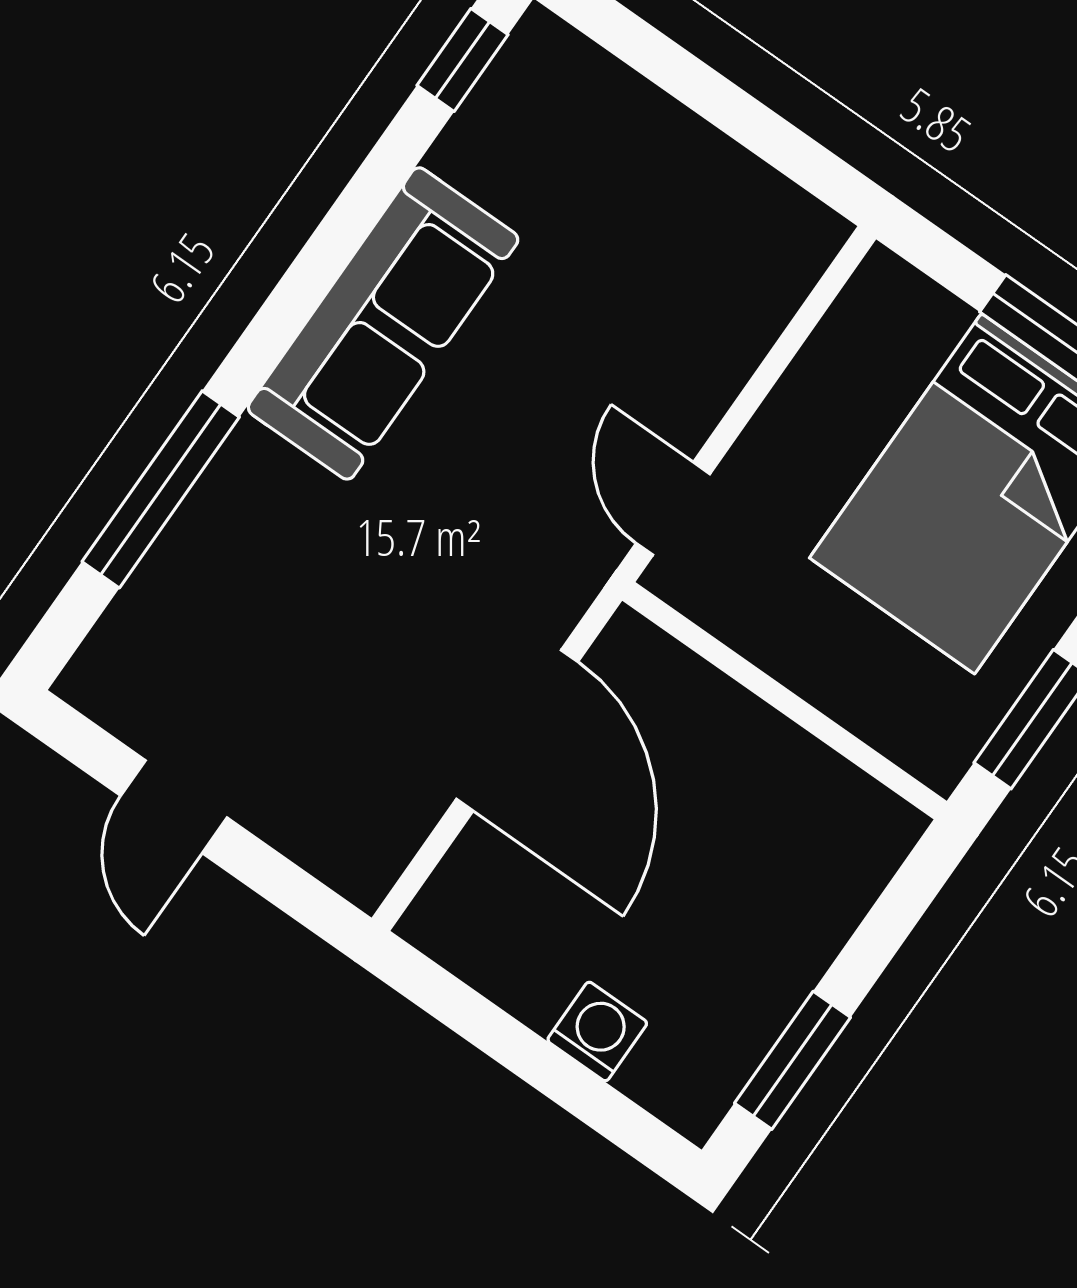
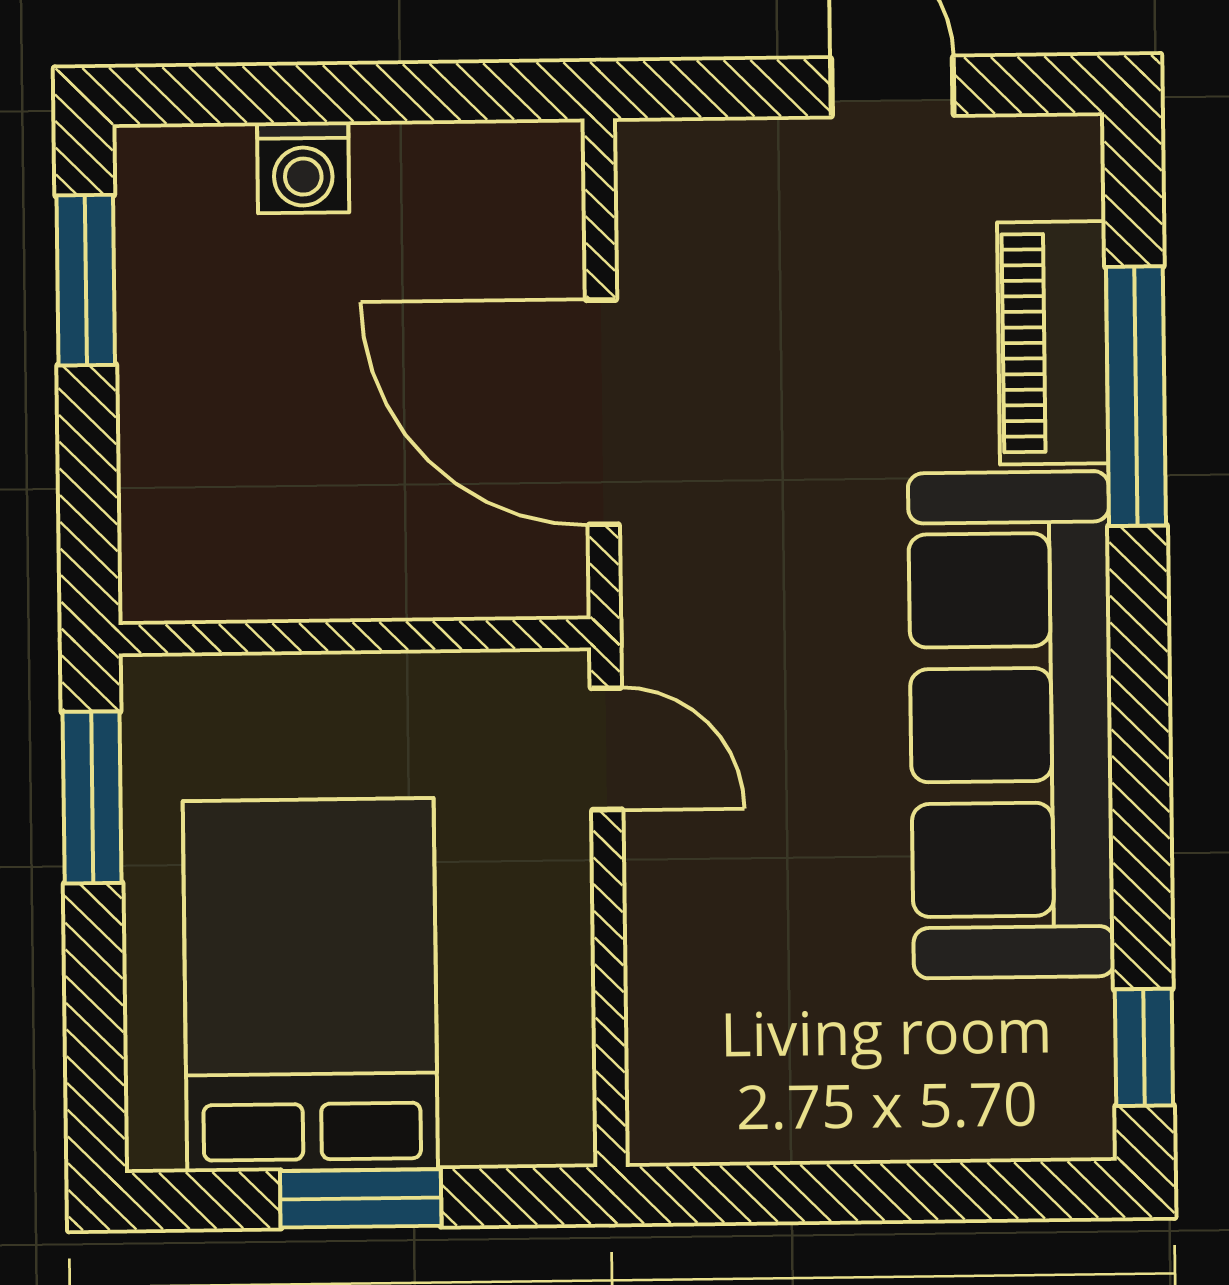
sofa: (383, 323) -> (1011, 725), width x1.36, depth x1.27
piano: (190, 563) -> (1053, 343), added

